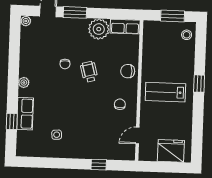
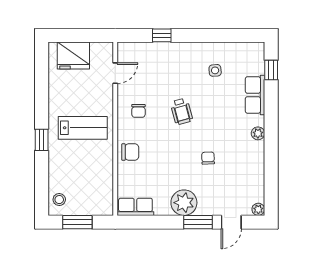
plant: (99, 29) -> (184, 203), moved
wheelchair: (89, 72) -> (182, 111), moved
window: (12, 121) -> (271, 70), moved

